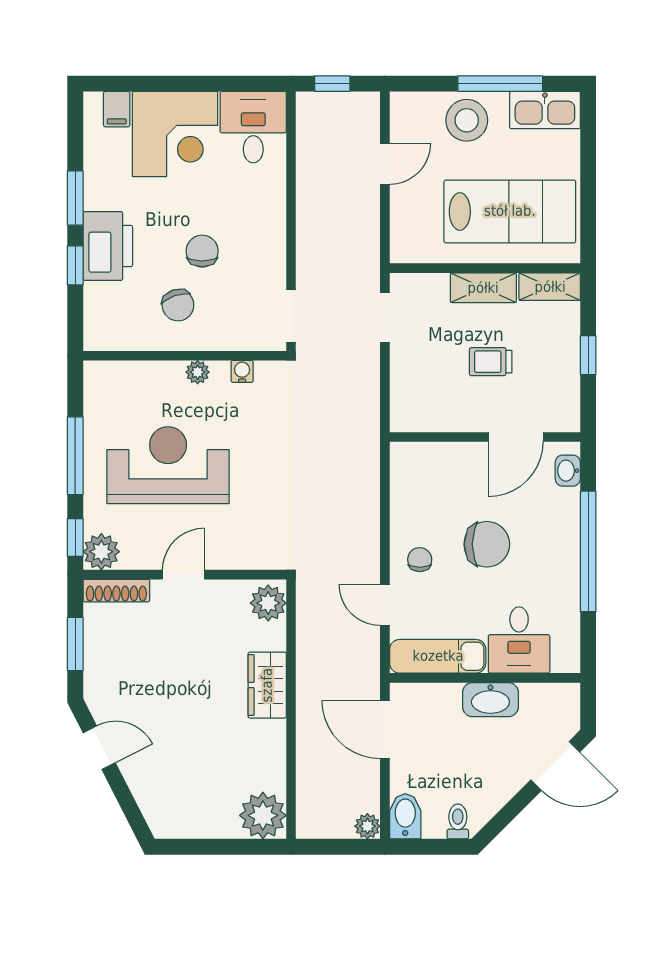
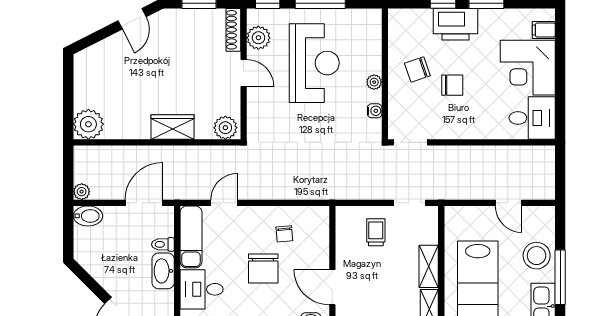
window: (332, 84) -> (560, 169), removed
trolley: (491, 362) -> (376, 232), moved
plant: (101, 552) -> (258, 38), moved
chair: (420, 560) -> (284, 234), moved, turned 85
toilet: (458, 821) -> (163, 244), moved, turned 180

